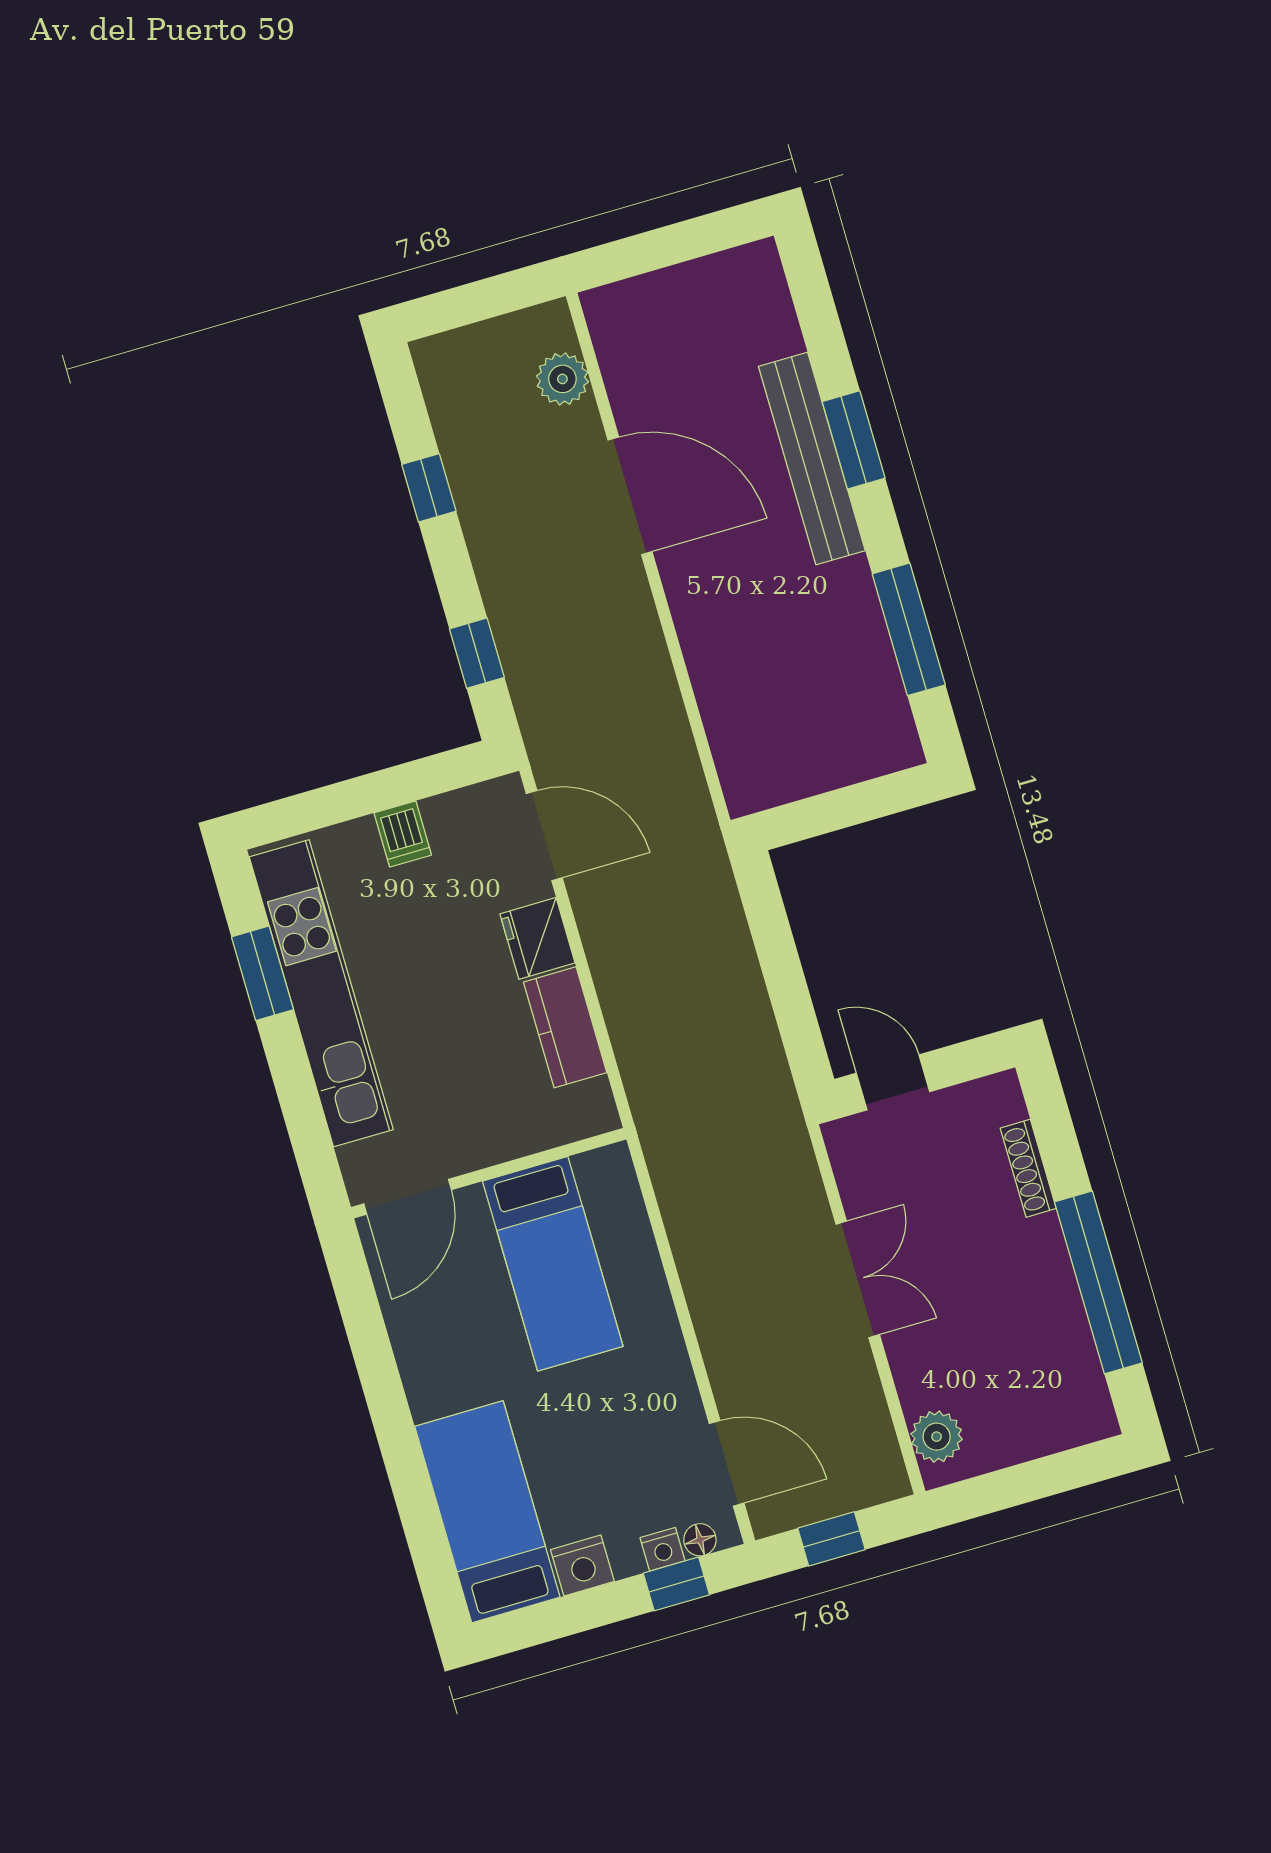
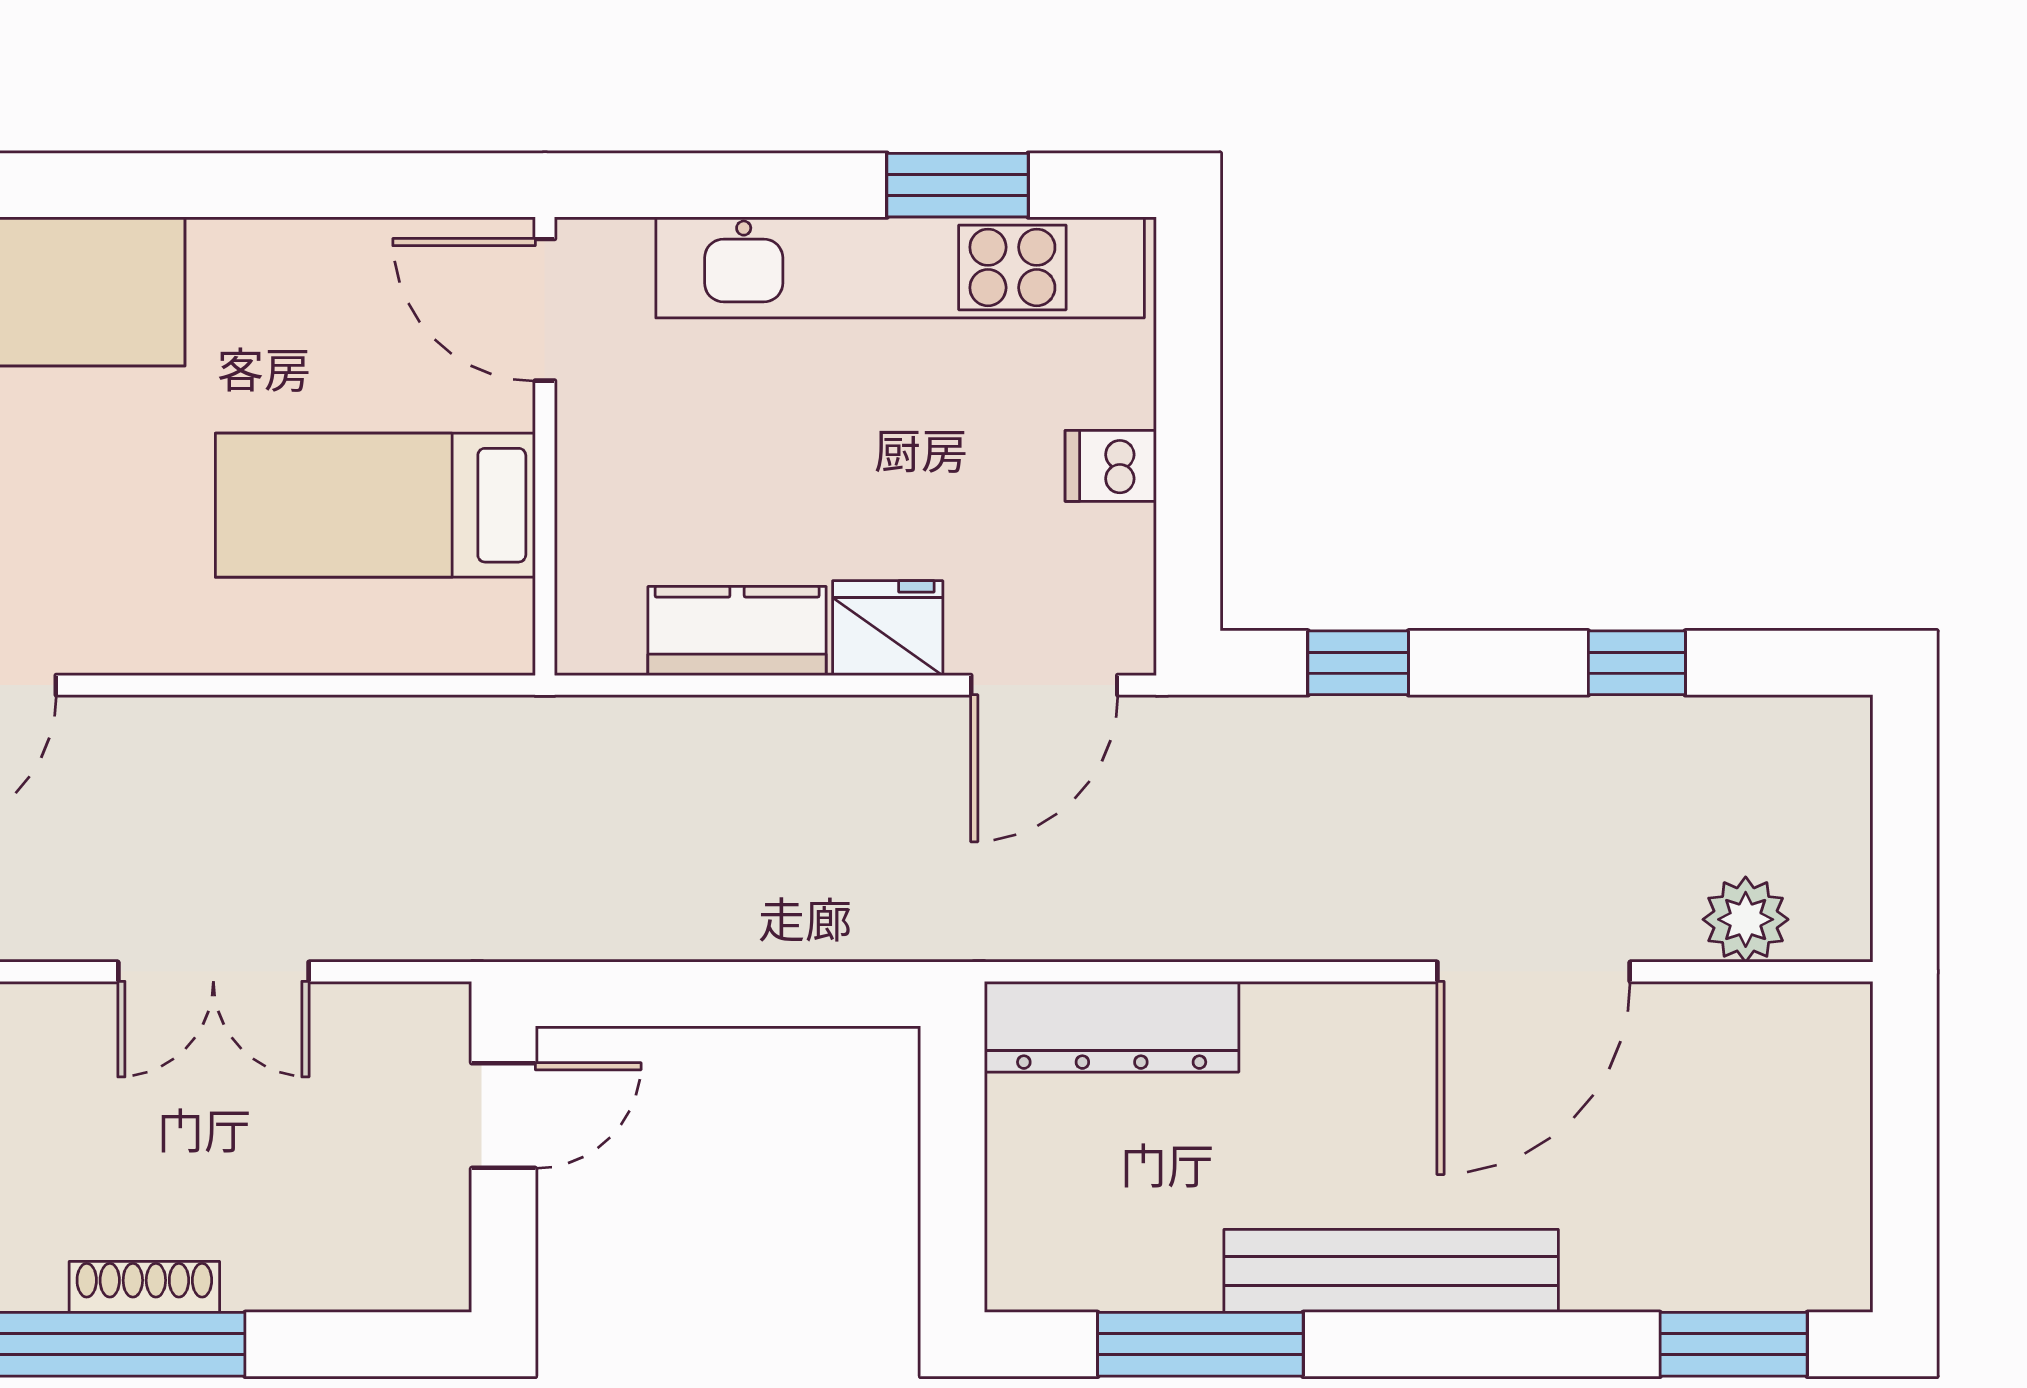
window: (854, 440) -> (1734, 1344), moved
bench: (812, 459) -> (1391, 1271), moved
dresser: (735, 737) -> (1112, 1027), added
shoe rack: (1028, 1168) -> (144, 1287), moved

